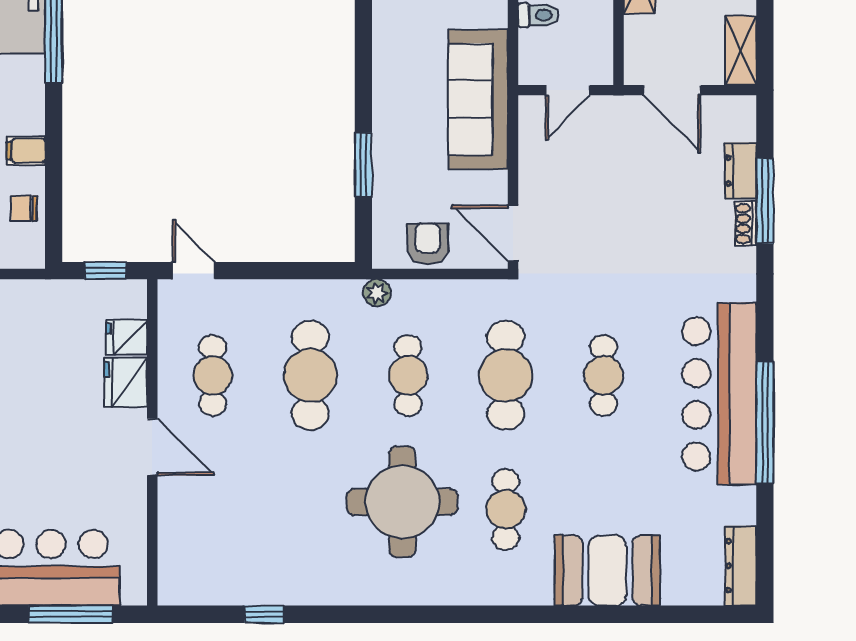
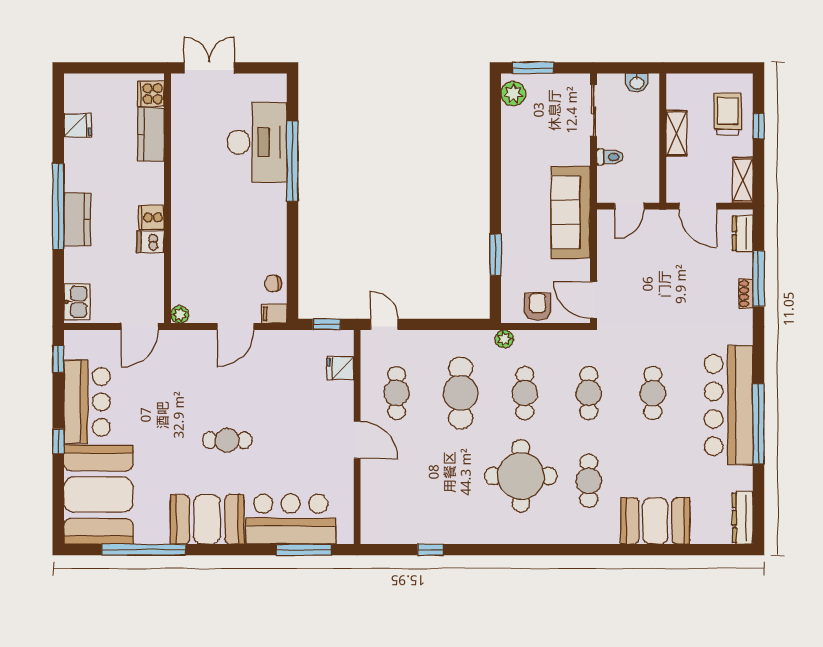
filing cabinet: (26, 151) -> (274, 314), moved
dresser: (741, 171) -> (743, 233), moved
cafe table: (506, 375) -> (589, 393), width x0.73, depth x0.74
fridge: (126, 382) -> (340, 398), removed

